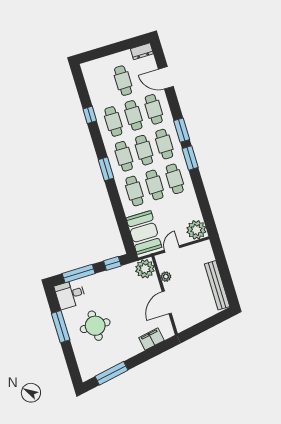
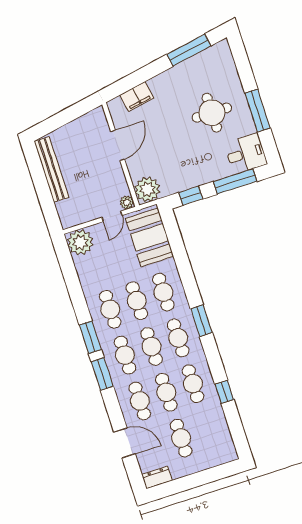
plant: (166, 277) -> (127, 202), moved

